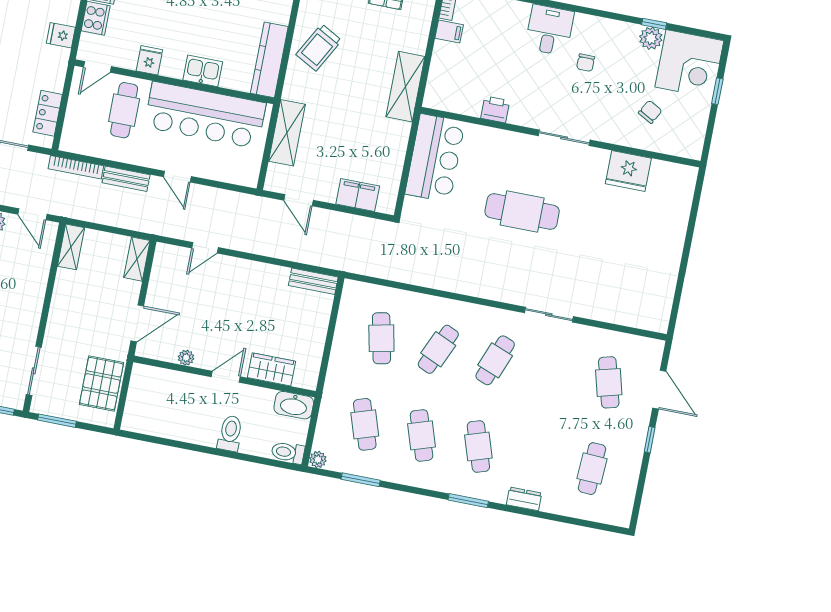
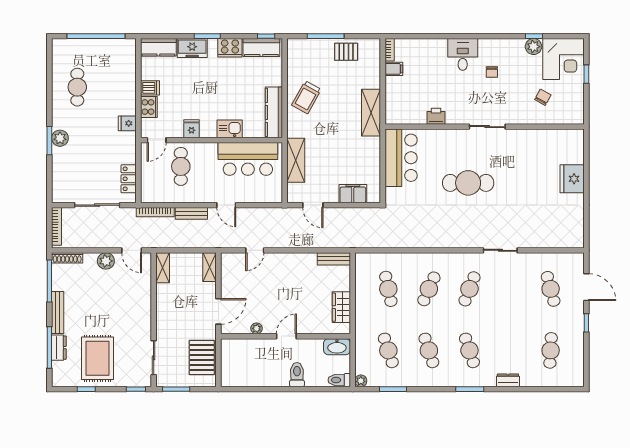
bar counter: (205, 115) -> (248, 159), width x0.73
fridge: (628, 171) -> (572, 179), moved, turned 90
wardrobe: (271, 369) -> (341, 307), moved, turned -90

